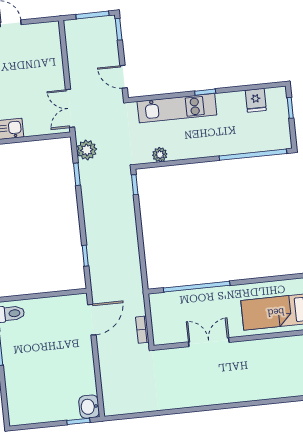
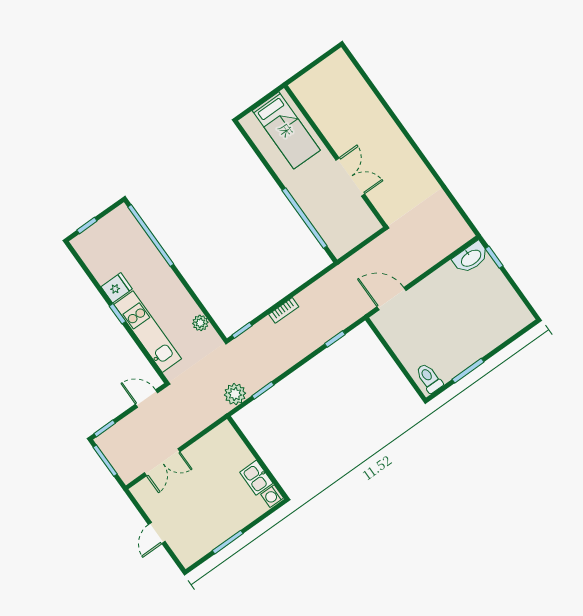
door: (124, 77) -> (147, 398), swing flipped
fridge: (256, 100) -> (117, 288), moved
double door: (70, 108) -> (162, 462), moved
bookcase: (142, 330) -> (284, 310), moved
double door: (209, 342) -> (350, 177), swing flipped
washbasin: (89, 407) -> (471, 258), width x1.38

